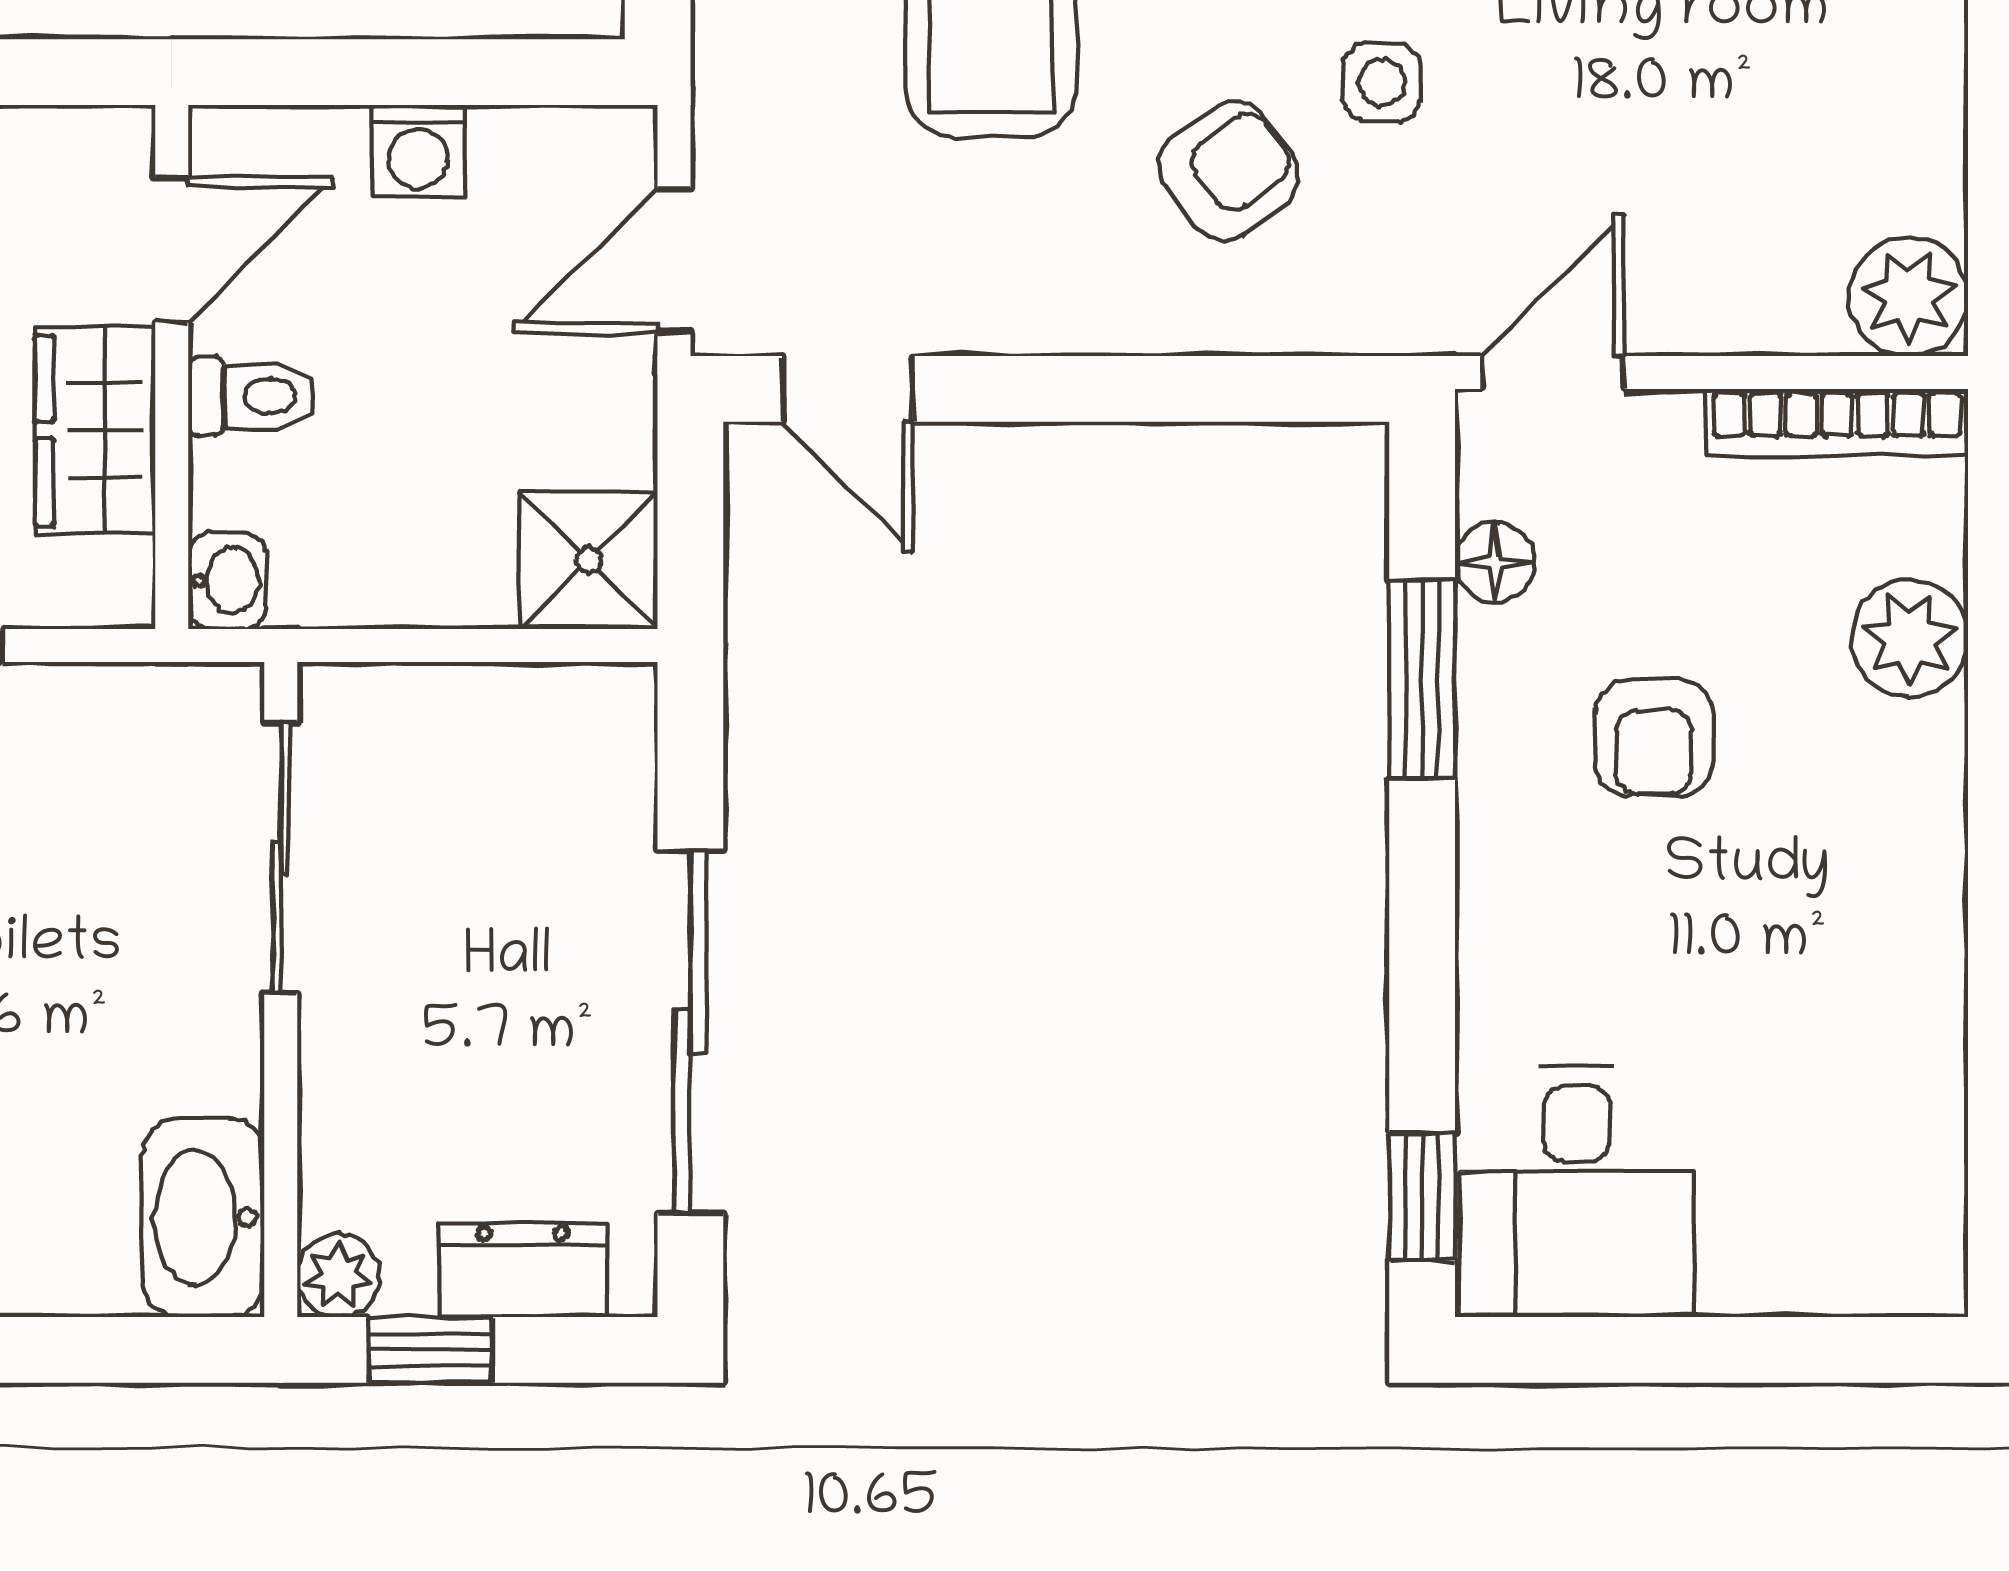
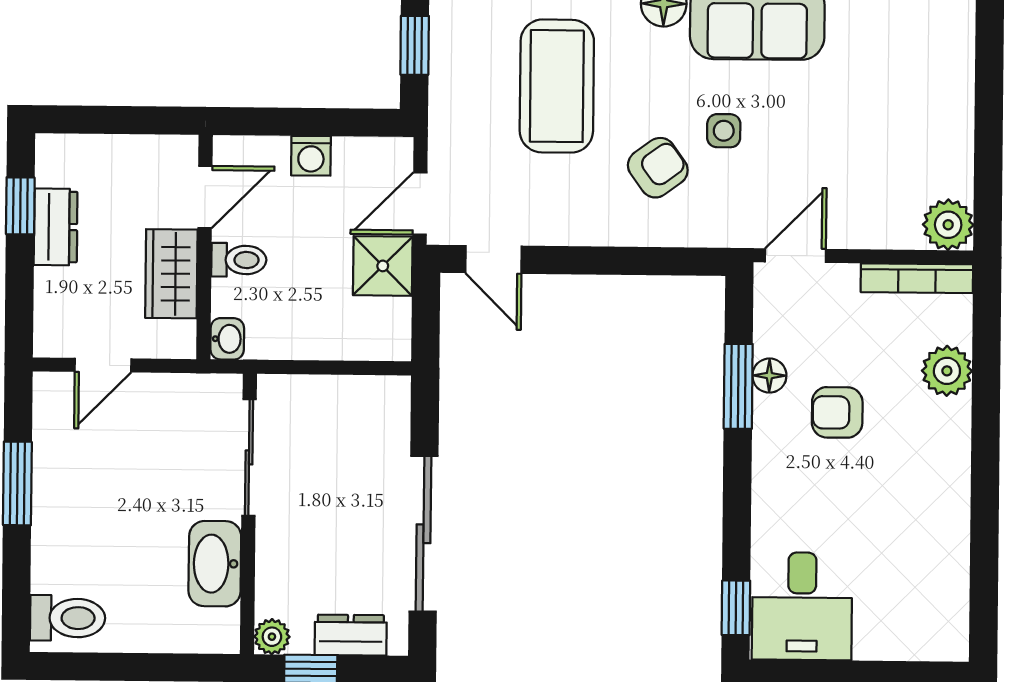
shower: (589, 560) -> (383, 266), moved
floor lamp: (1495, 562) -> (769, 376), moved
armchair: (1654, 738) -> (837, 412), turned 90
washbasin: (204, 1218) -> (215, 564), moved

